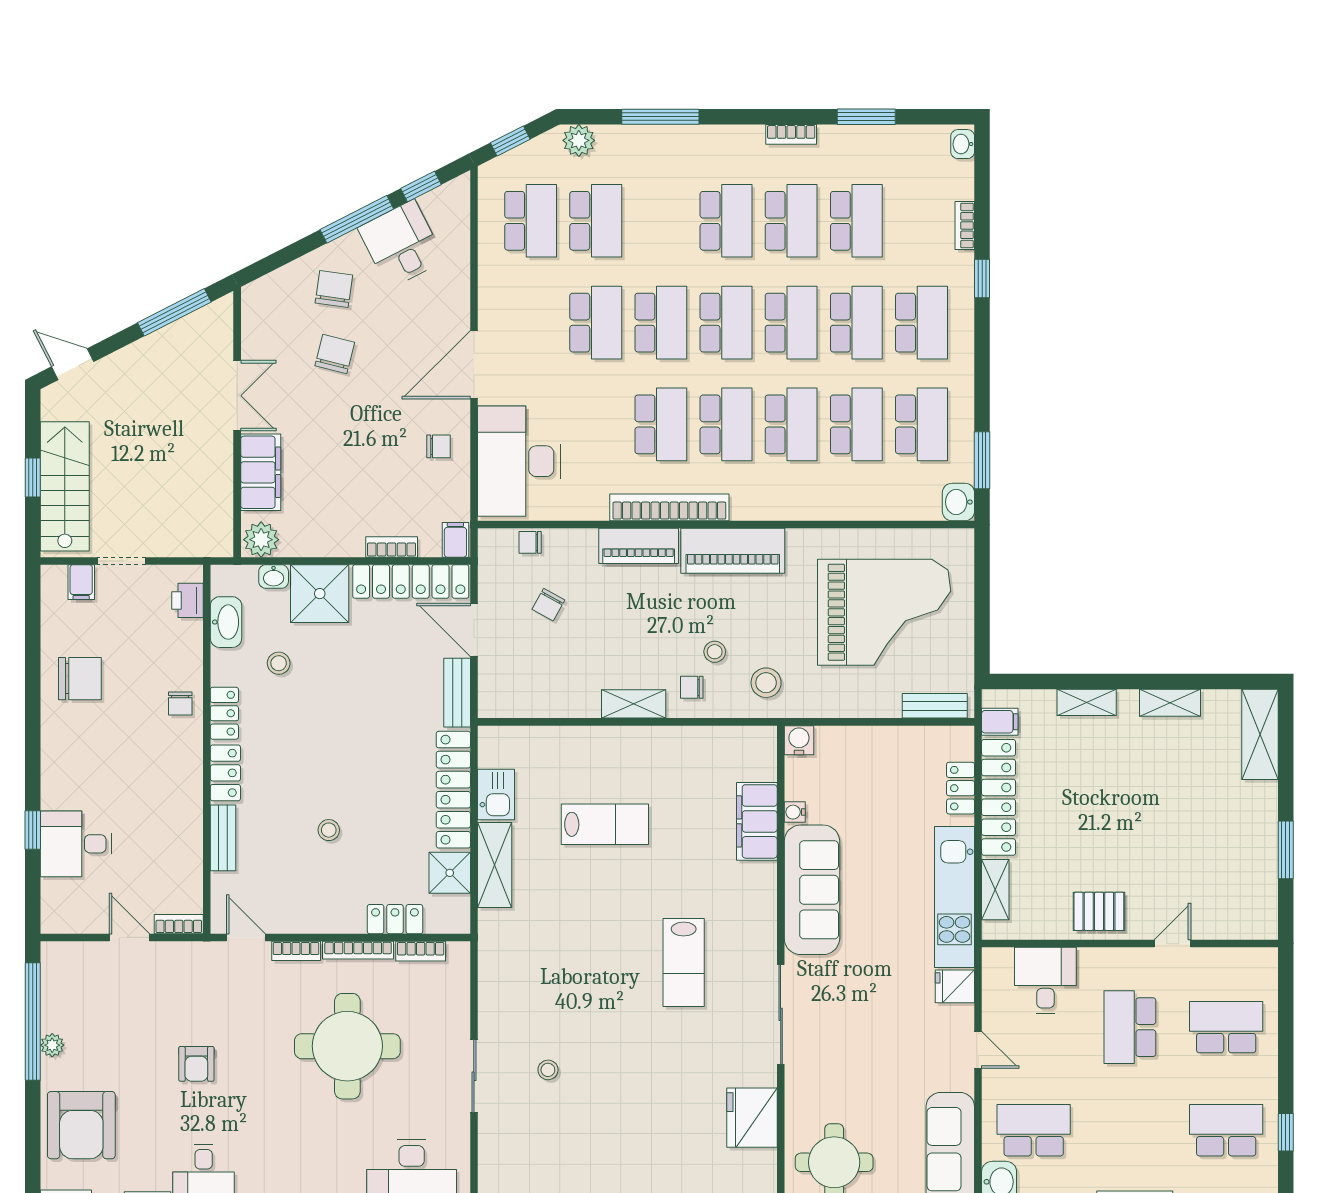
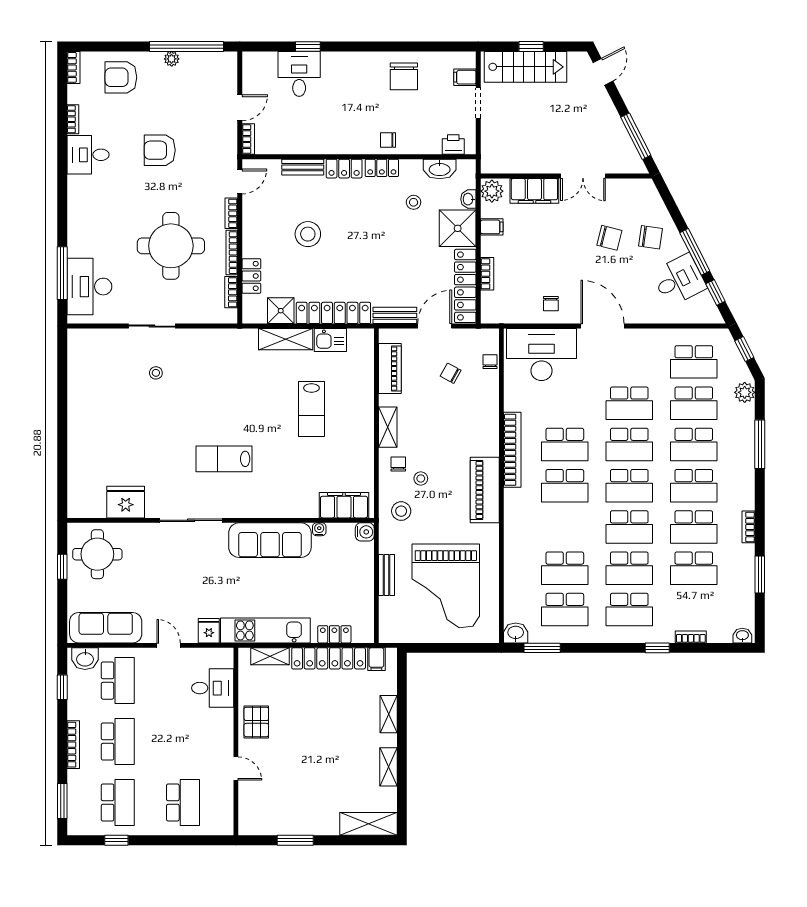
school desk: (791, 424) -> (694, 444), moved
filing cabinet: (455, 540) -> (492, 227), moved
piano: (639, 546) -> (390, 369), moved, turned 180
bench: (935, 706) -> (387, 575), moved
filing cabinet: (757, 821) -> (344, 505), moved
stool: (329, 830) -> (308, 234), width x1.89, depth x1.89
school desk: (1130, 1027) -> (118, 742), moved, turned 90
door: (978, 1050) -> (169, 645), swing flipped
armchair: (196, 1064) -> (160, 150), width x1.38, depth x1.38
armchair: (81, 1125) -> (121, 77), width x0.73, depth x0.73

